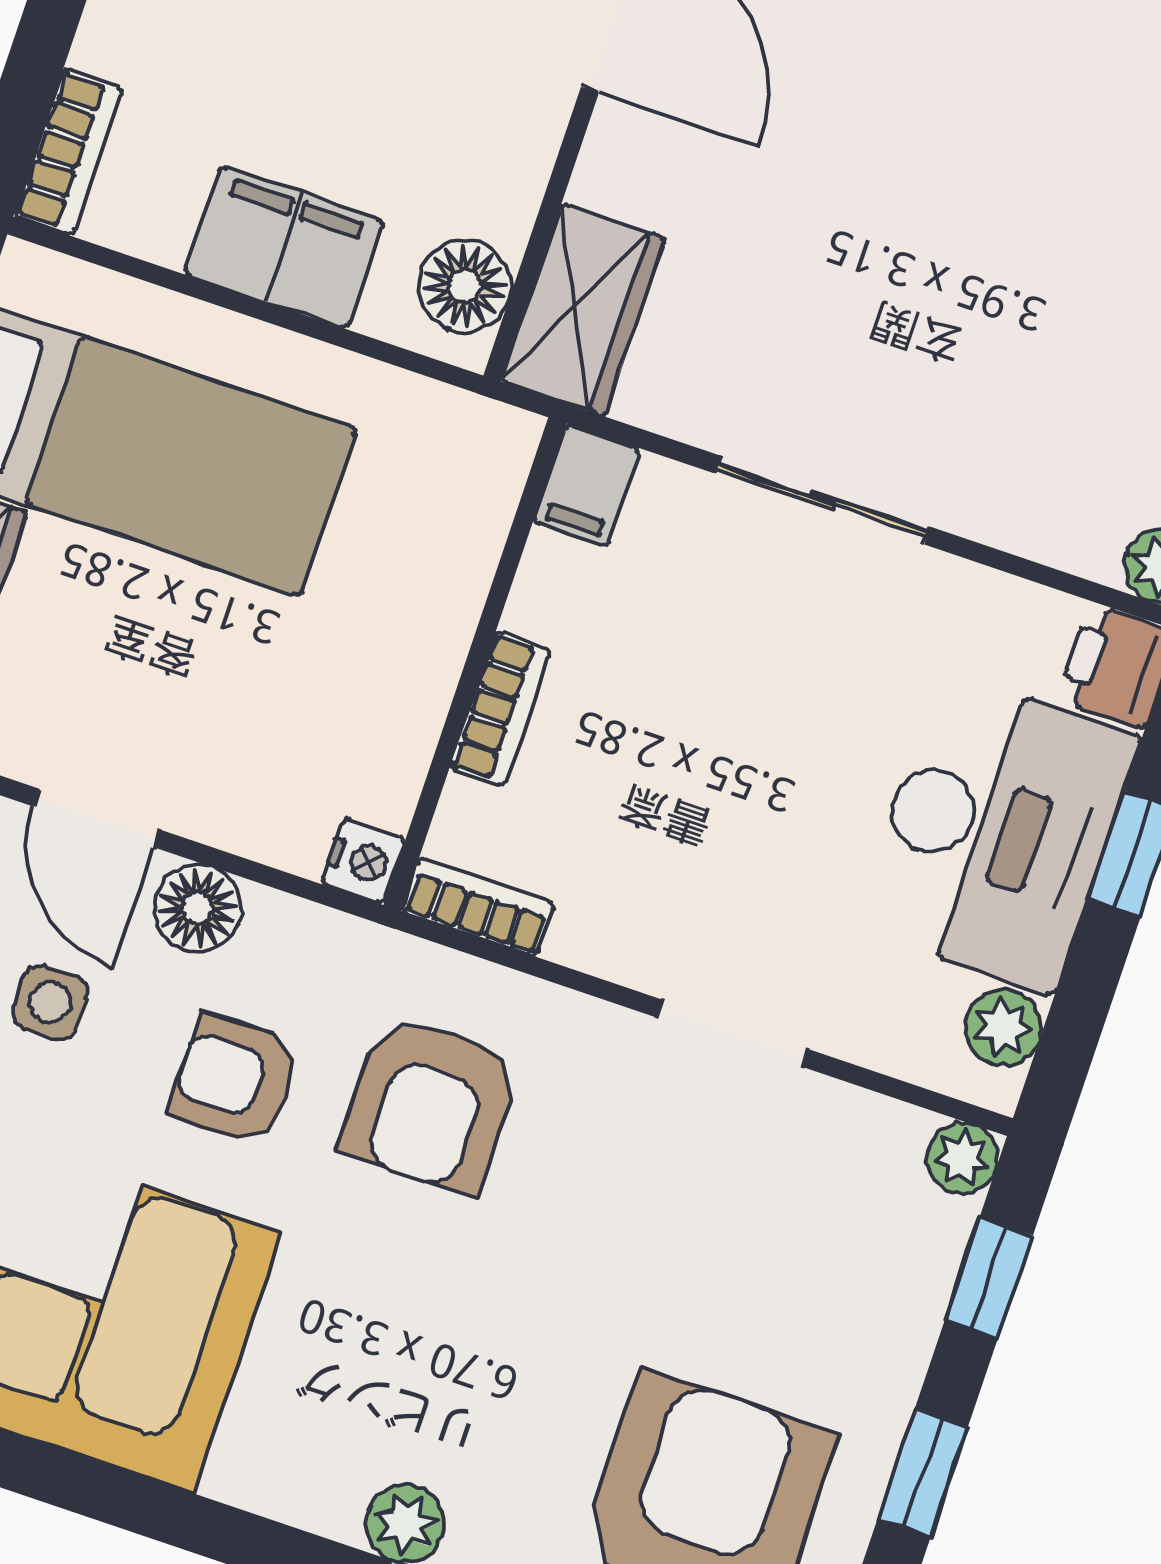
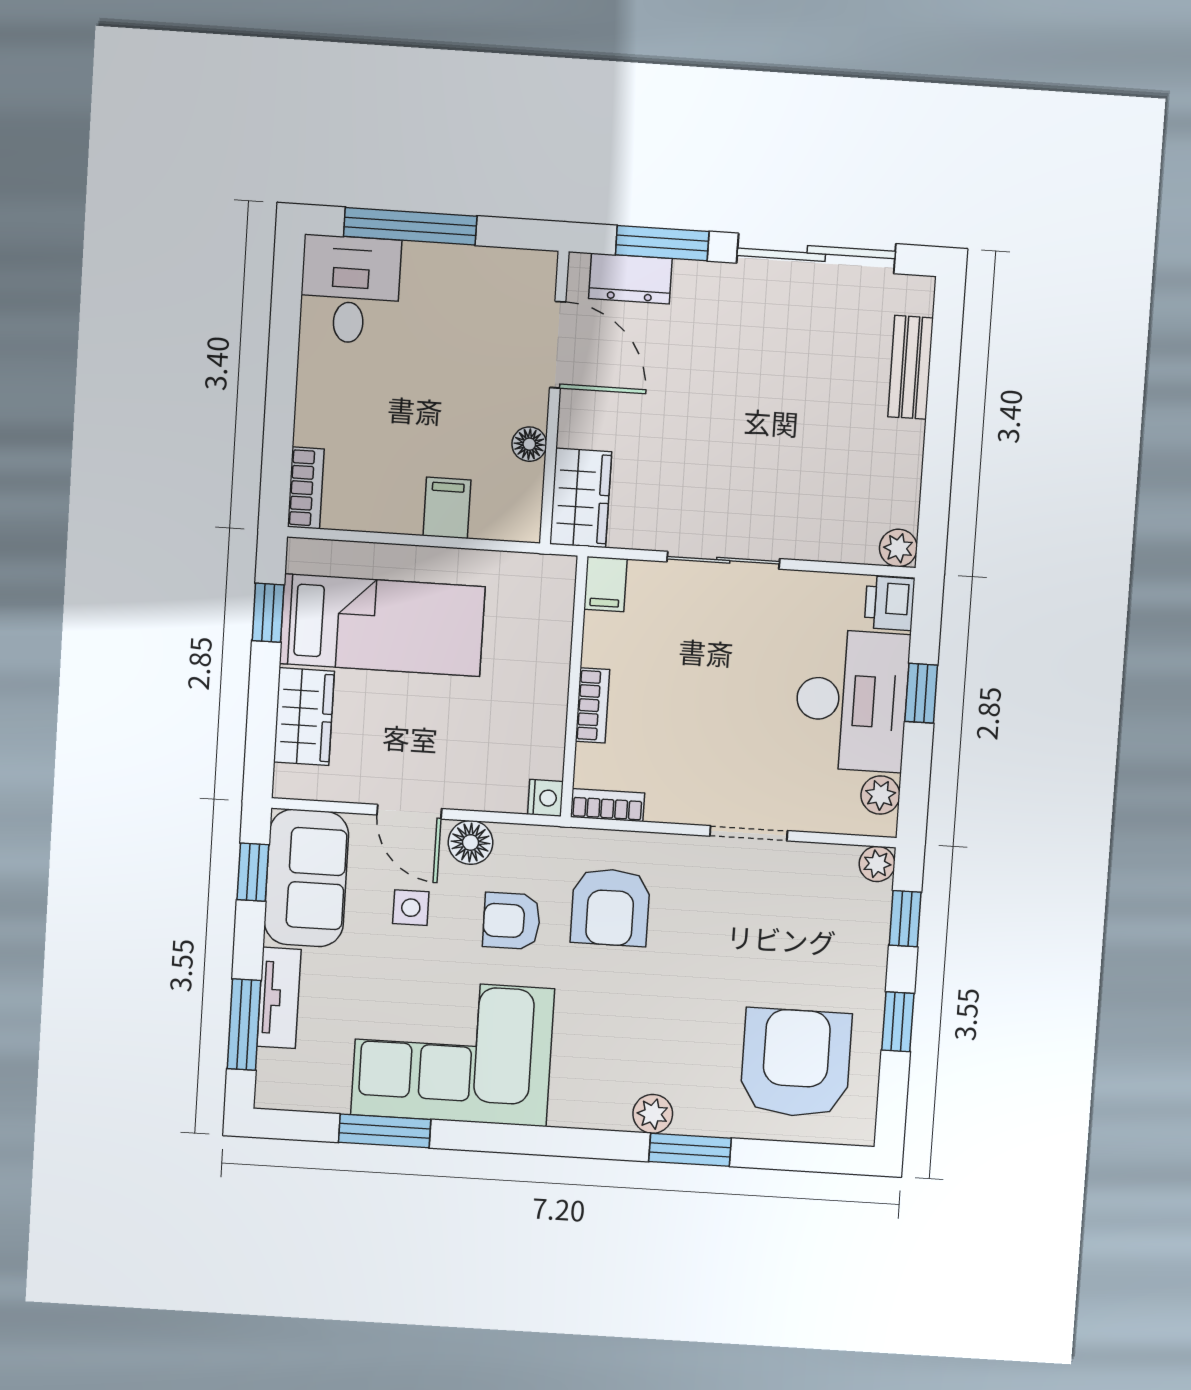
filing cabinet: (284, 247) -> (447, 508), width x0.50
floor lamp: (465, 286) -> (529, 444), moved, width x0.73, depth x0.73

